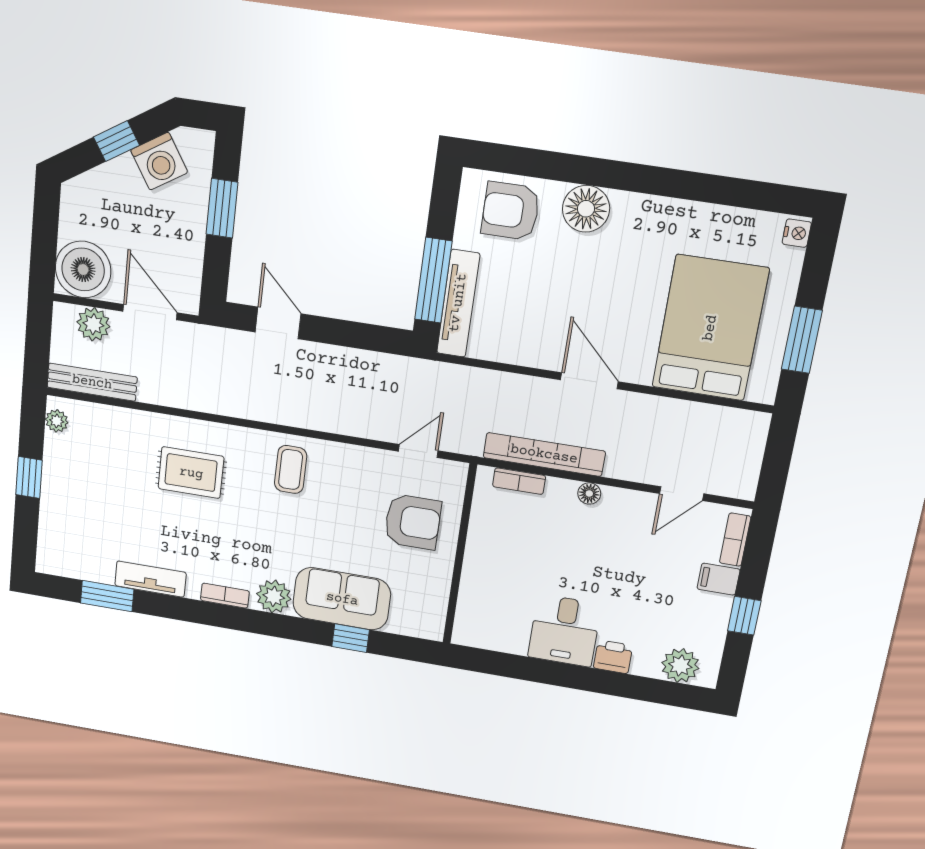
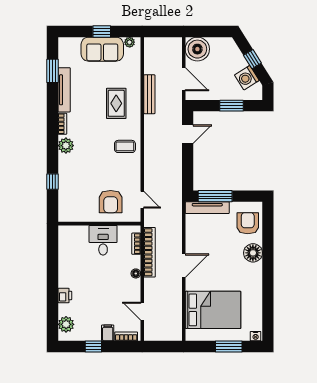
door: (150, 312) -> (184, 79), hinge flipped
plant: (93, 324) -> (175, 55), removed
window: (802, 340) -> (229, 346), moved
bench: (92, 382) -> (149, 94), moved
tv unit: (150, 579) -> (64, 90), width x1.41
sofa: (342, 599) -> (102, 49), moved, turned 90
desk: (564, 631) -> (103, 240), moved, turned 90

